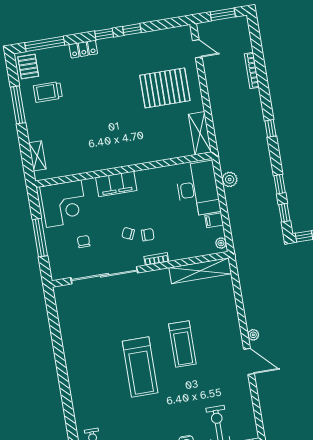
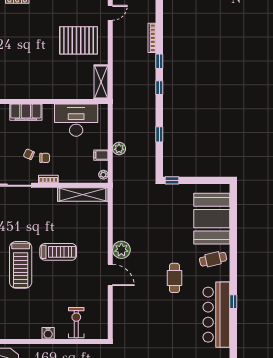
door: (197, 49) -> (110, 13), hinge flipped
plant: (230, 179) -> (119, 149), moved
desk: (198, 189) -> (76, 120), moved, turned -90
window: (284, 213) -> (159, 61), moved
plant: (253, 335) -> (121, 250), width x1.87, depth x1.87
treadmill: (182, 344) -> (58, 252), turned -90

